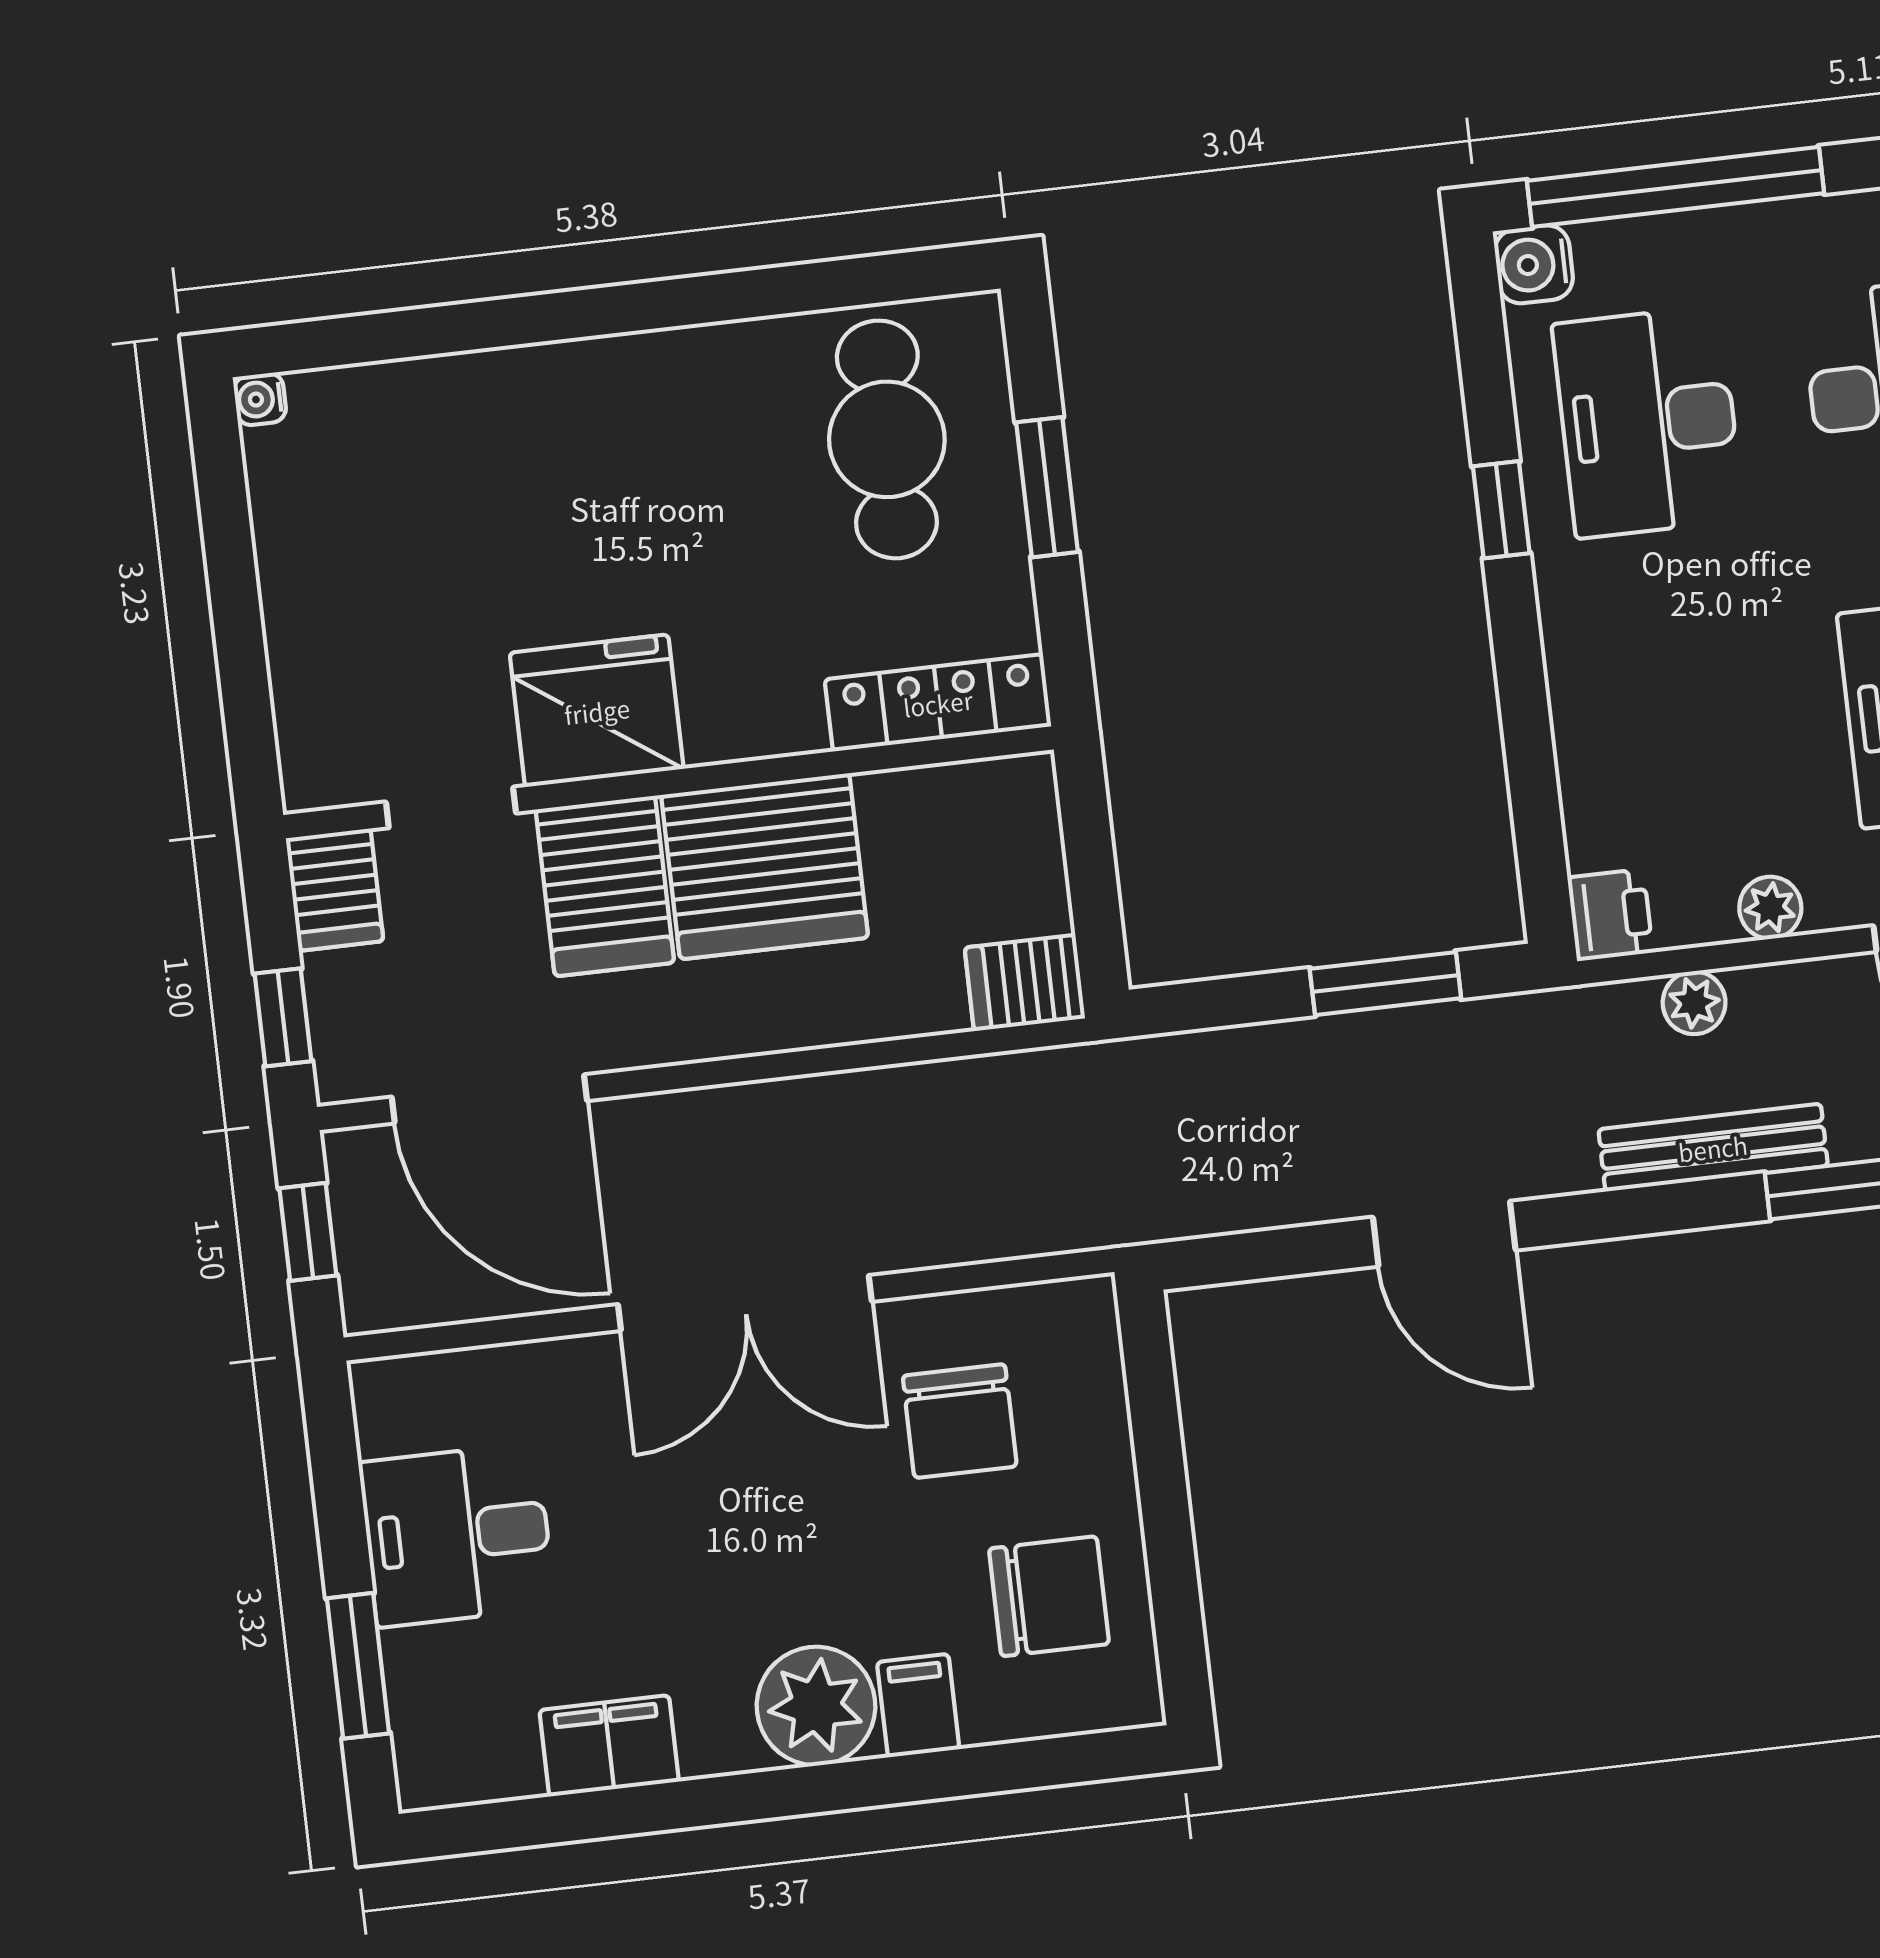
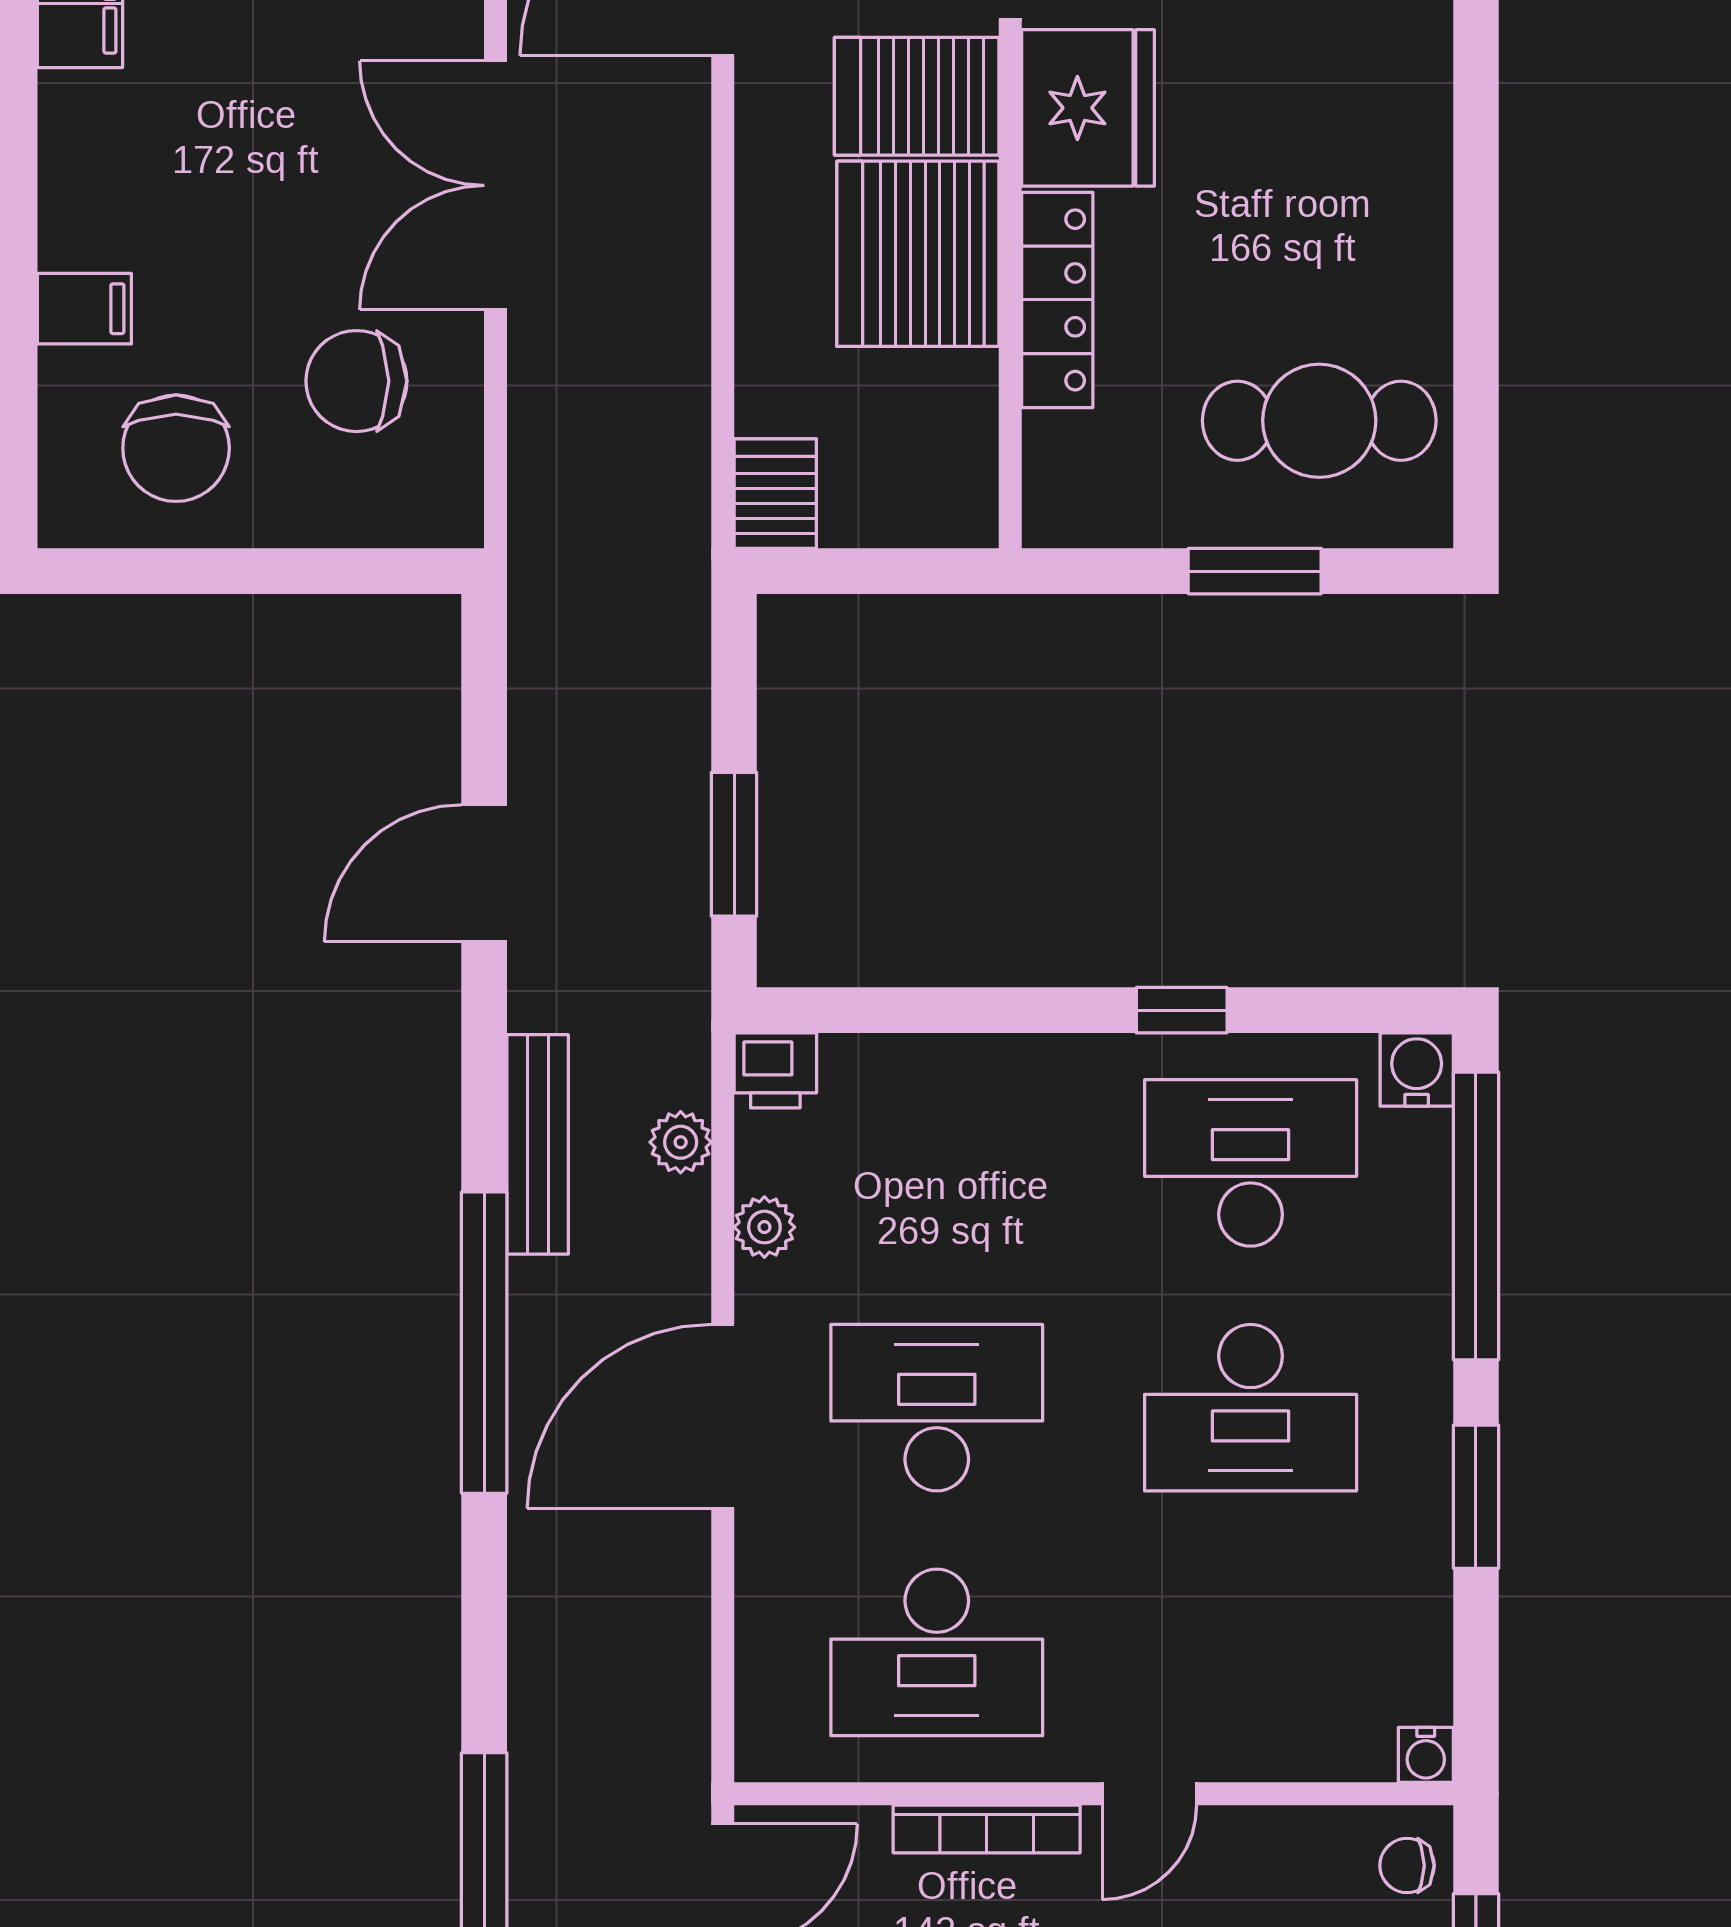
locker: (938, 703) -> (1057, 300), moved
plant: (816, 1706) -> (96, 209), removed

